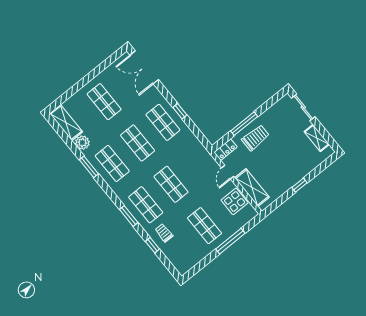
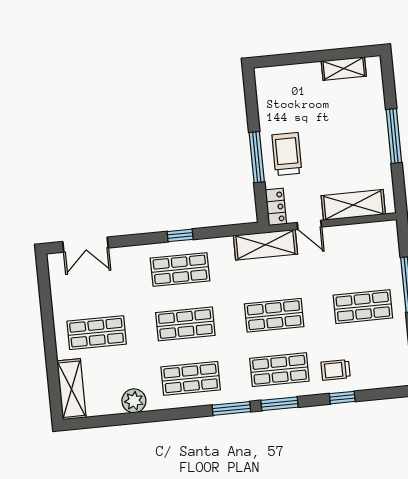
double door: (144, 67) -> (86, 245), width x0.73
sliding door: (303, 107) -> (288, 59), removed
shelving: (66, 123) -> (71, 389), moved, turned 90
shelving: (203, 157) -> (265, 245), added
window: (89, 167) -> (231, 408), moved
window: (300, 185) -> (394, 136), width x2.17
display table: (235, 201) -> (357, 242), removed

